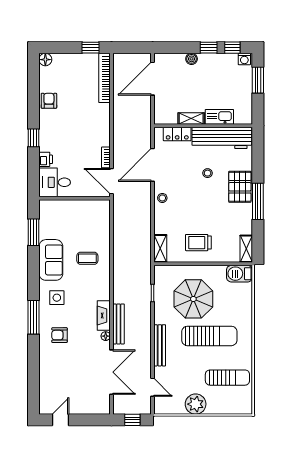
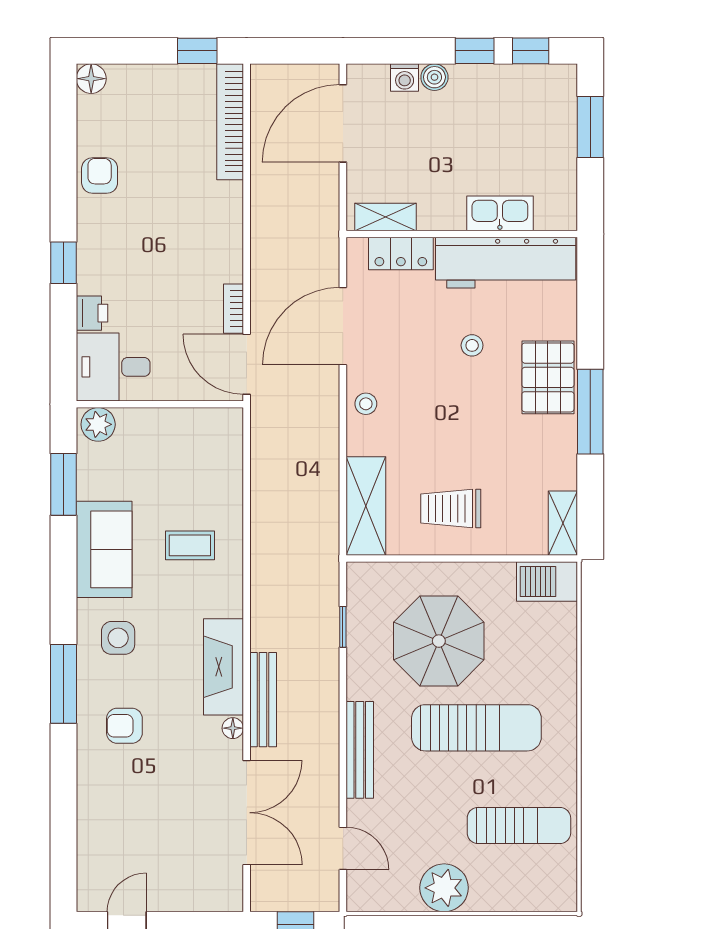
washing machine: (244, 59) -> (405, 78), moved
shelving: (191, 118) -> (385, 217), moved
plant: (48, 207) -> (98, 424), added
shelving: (160, 248) -> (366, 506), width x1.50, depth x1.33
fireplace: (104, 316) -> (224, 667), width x1.37, depth x1.32

